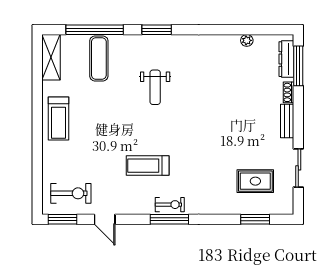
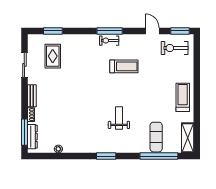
window: (157, 30) -> (106, 156), moved
rug: (255, 181) -> (53, 56), turned 90

